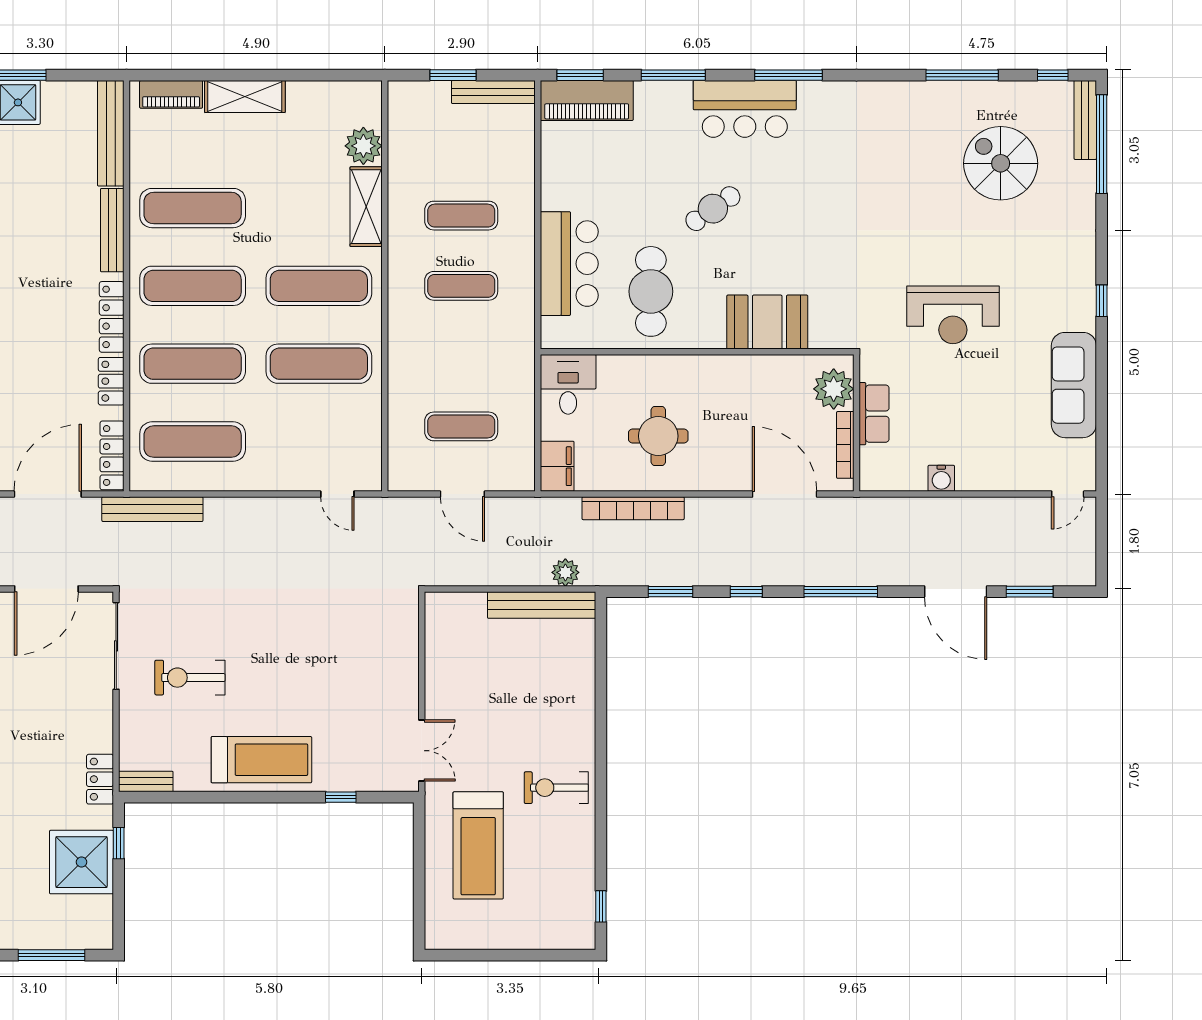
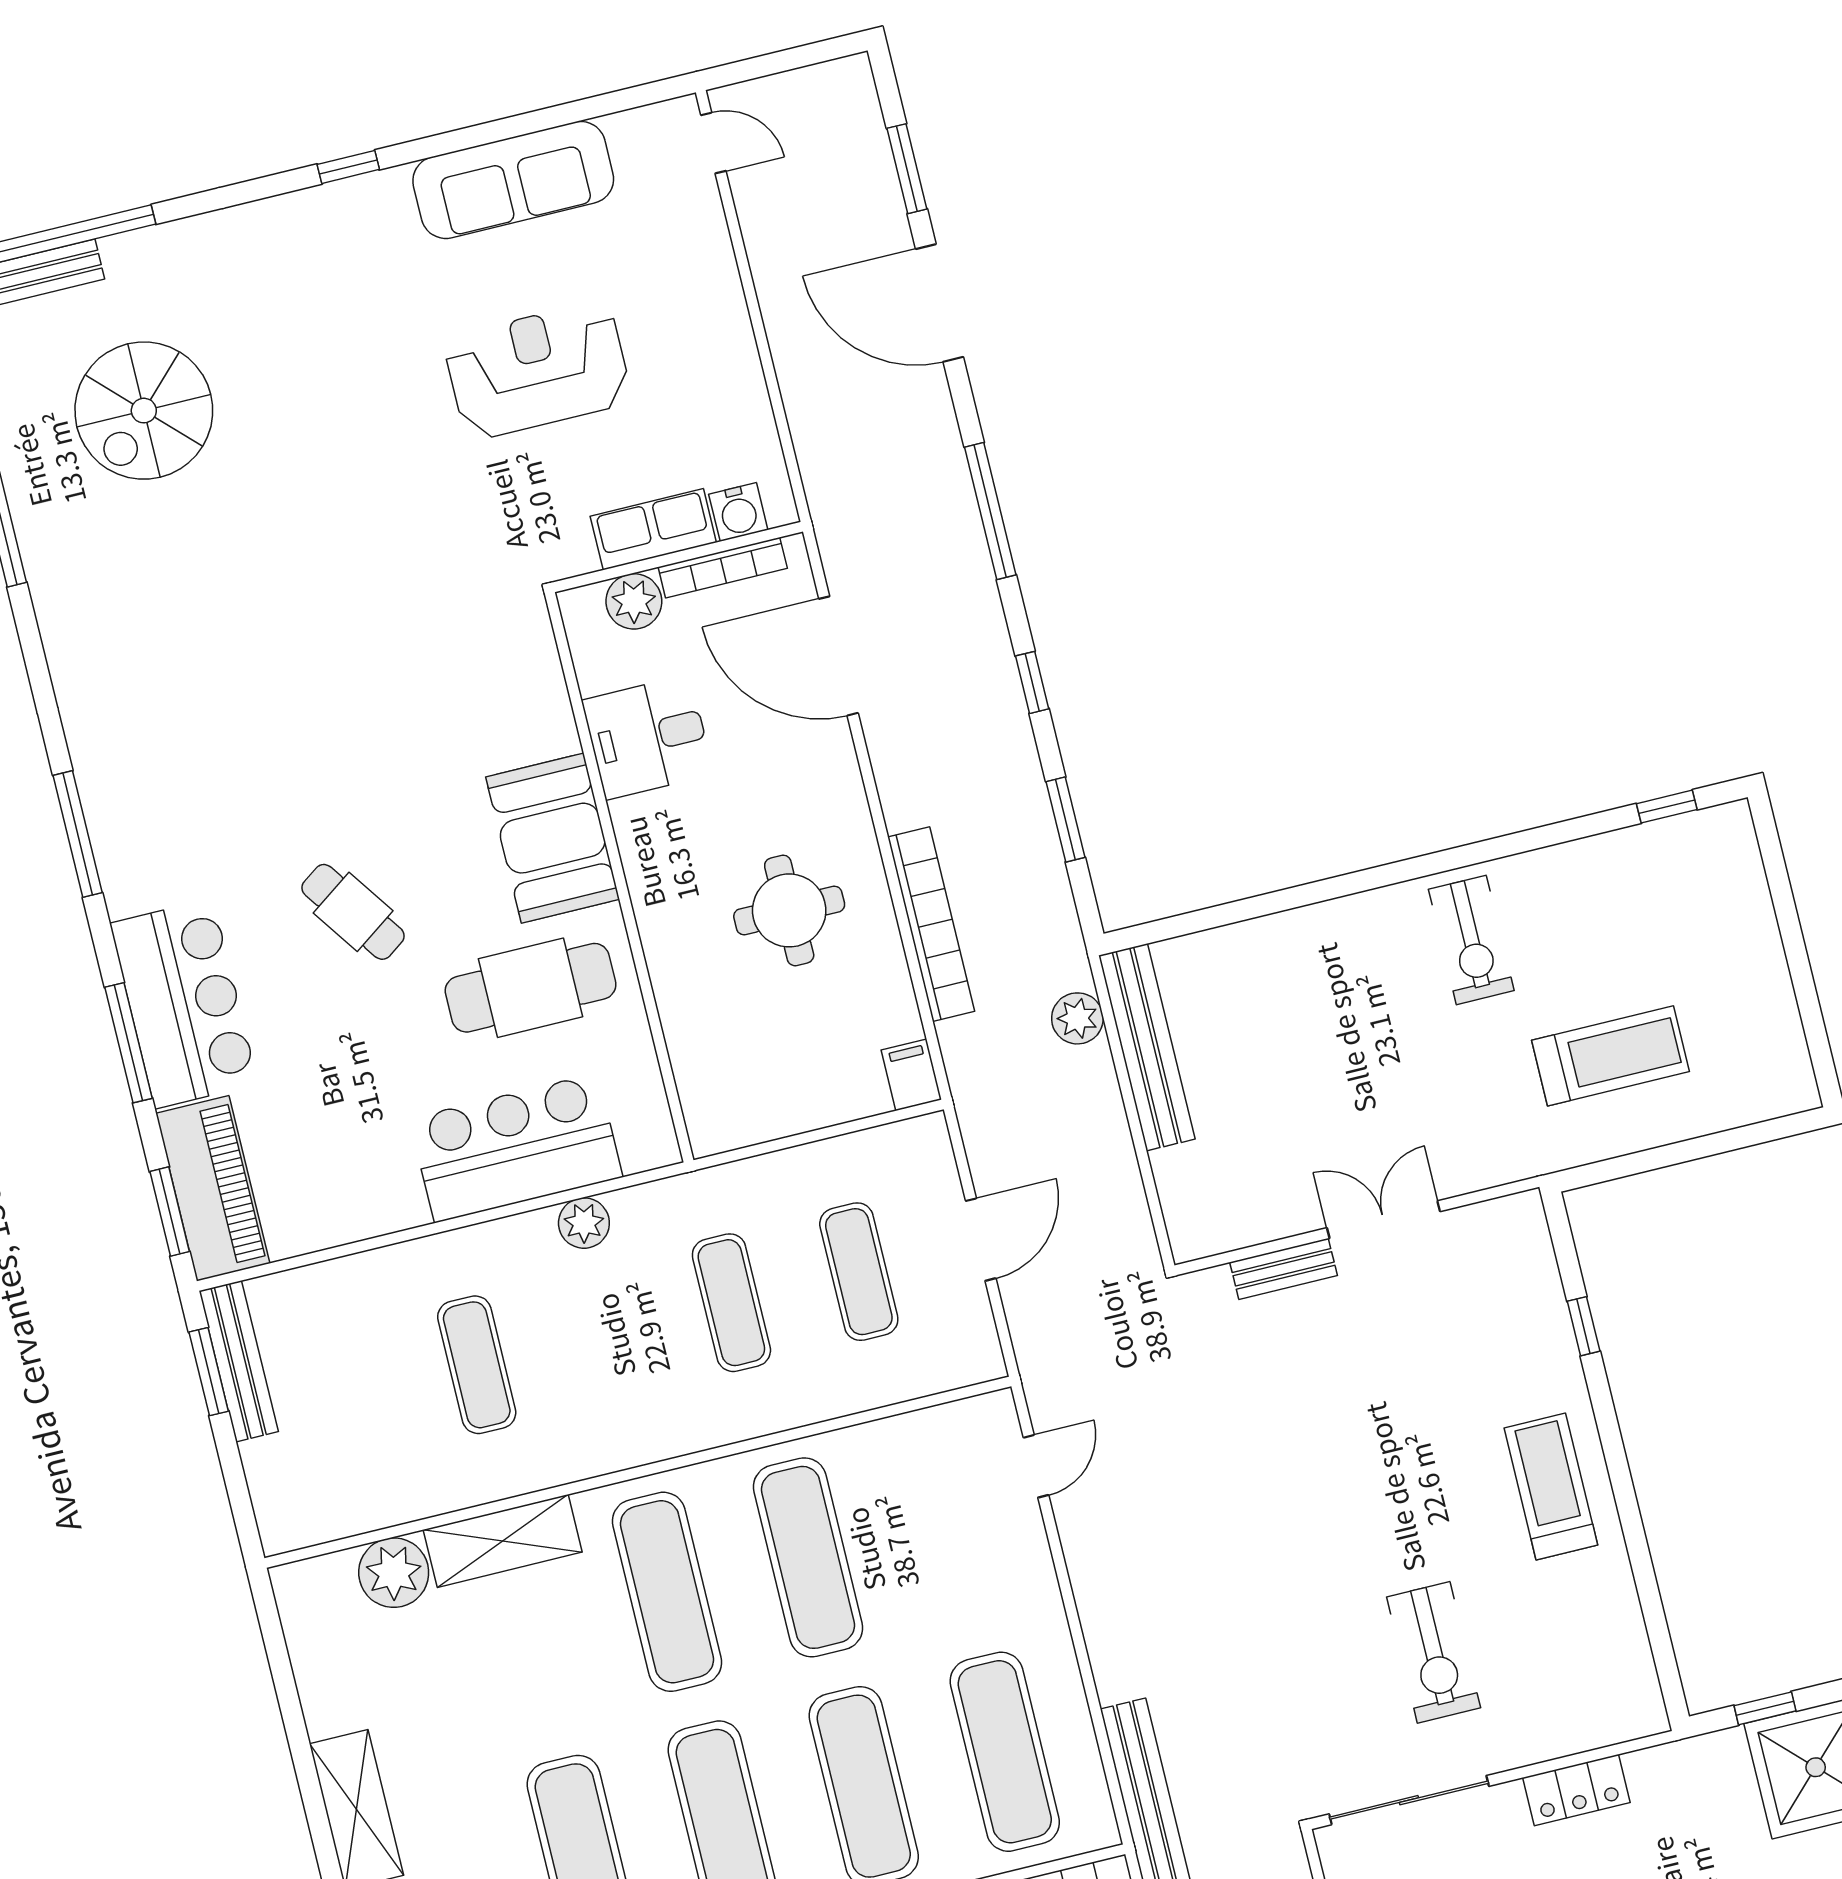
window: (453, 75) -> (209, 1372), moved
bar counter: (745, 109) -> (184, 1004), moved
exercise mat: (461, 286) -> (731, 1303), moved
plant: (521, 289) -> (584, 1223), added
reception desk: (953, 315) -> (538, 370), moved, turned -90
booth: (767, 322) -> (553, 838), moved
desk: (568, 384) -> (648, 737), moved
plant: (834, 389) -> (634, 601), width x0.73, depth x0.73
filing cabinet: (557, 466) -> (911, 1075), width x0.50
water cooler: (941, 478) -> (738, 512), moved, turned 90
door: (785, 494) -> (838, 656), hinge flipped
door: (956, 592) -> (940, 303), swing flipped
double door: (422, 751) -> (1383, 1220), moved
treadmill: (261, 760) -> (1551, 1486), width x0.73, depth x0.73
locker: (100, 779) -> (1576, 1790), moved
bench: (146, 781) -> (1284, 1269), moved, turned 90
treadmill: (478, 845) -> (1610, 1056), width x0.73, depth x0.73

